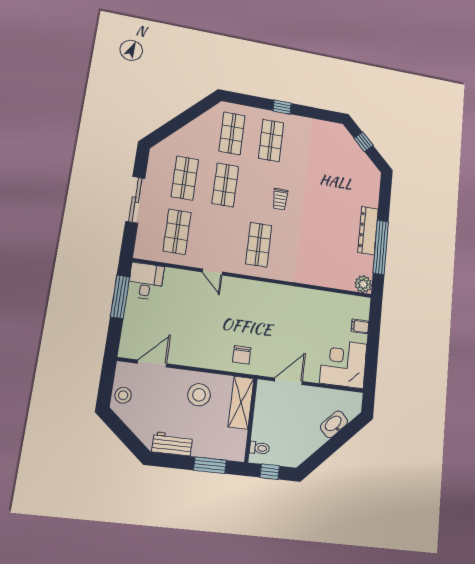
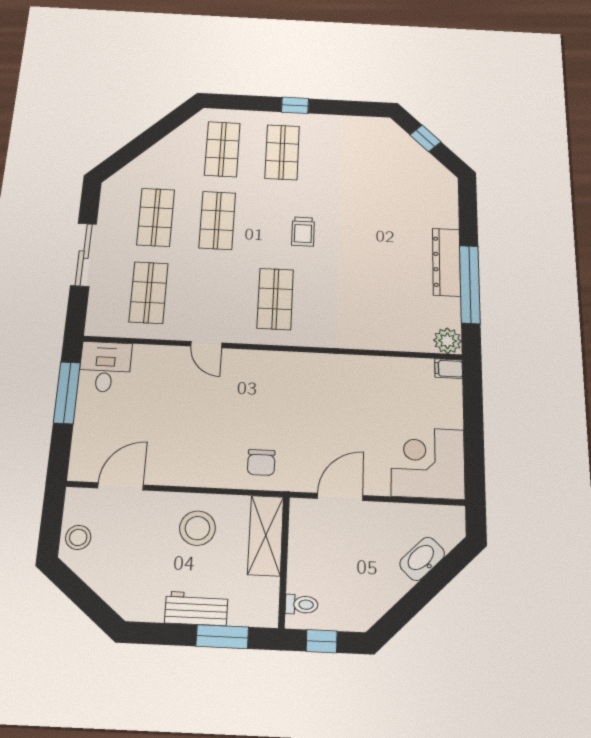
filing cabinet: (360, 326) -> (449, 369), moved
workbench: (172, 444) -> (196, 608), moved

